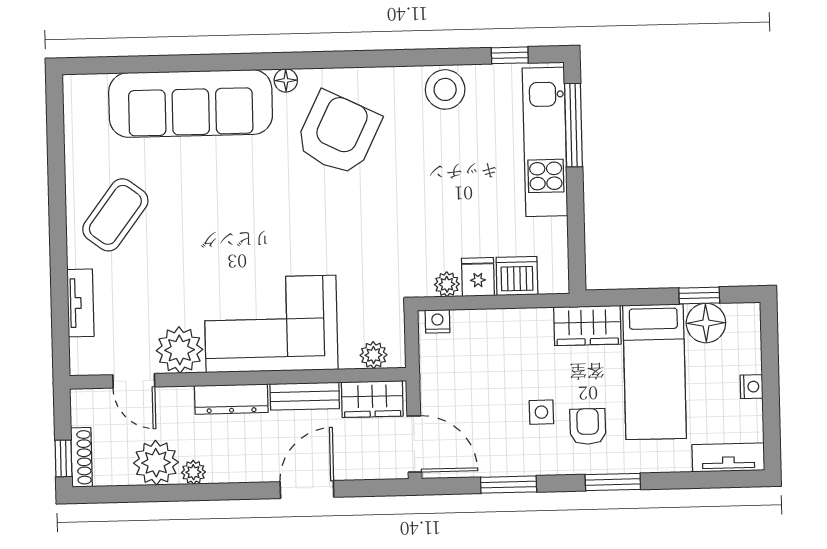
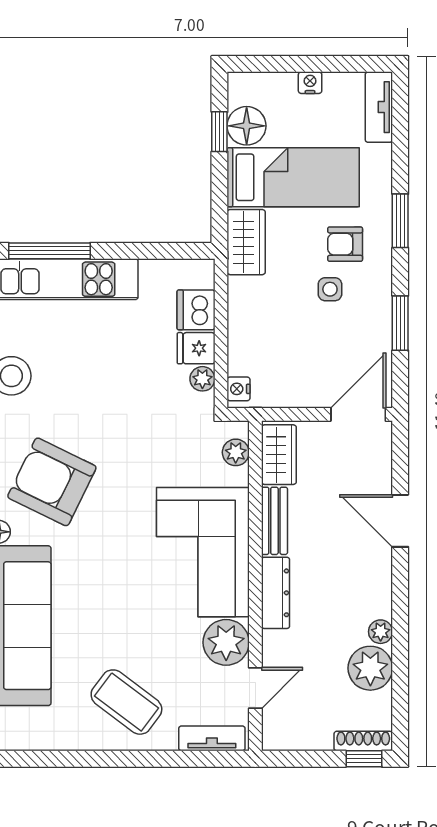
corner sofa: (271, 324) -> (203, 552), moved
plant: (180, 350) -> (226, 642), moved
plant: (374, 355) -> (236, 452), moved
wall: (238, 378) -> (255, 586), moved
door: (134, 381) -> (255, 688), moved
bench: (305, 396) -> (274, 521), moved
dresser: (231, 399) -> (276, 593), moved
wardrobe: (372, 399) -> (279, 455), moved

